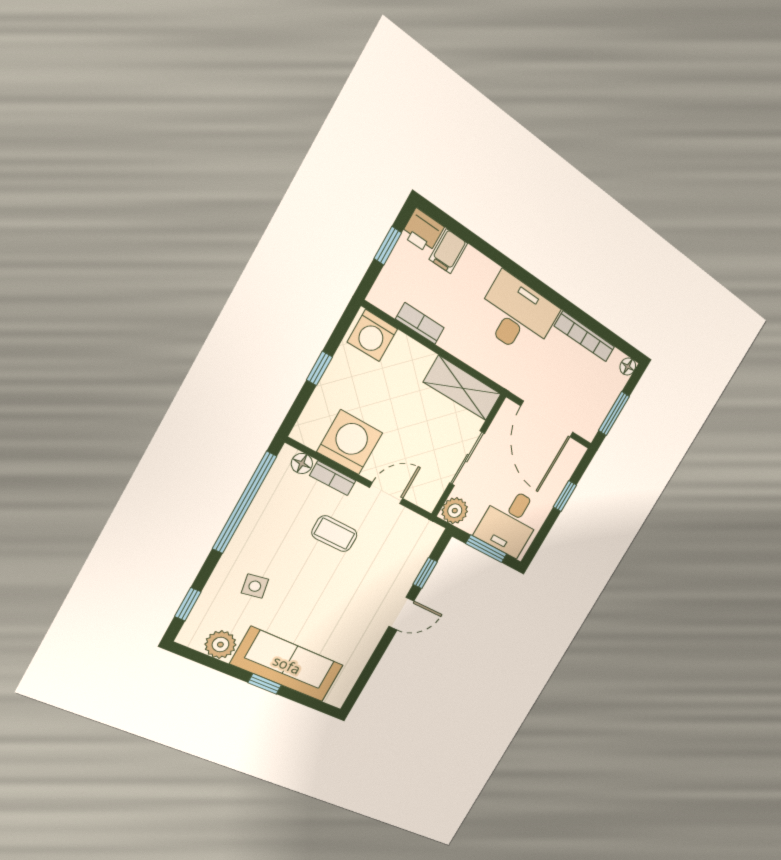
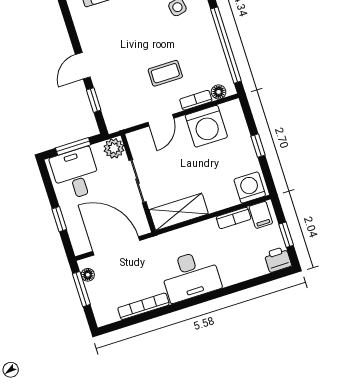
filing cabinet: (448, 251) -> (261, 215), moved, turned 180
floor lamp: (628, 367) -> (88, 275), moved

